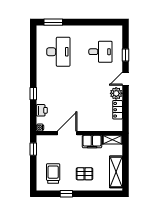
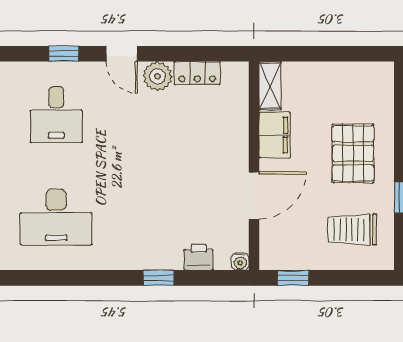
desk: (58, 52) -> (56, 217), turned 180
desk: (100, 52) -> (56, 115), turned 180
door: (67, 133) -> (254, 196), swing flipped
shelving: (116, 172) -> (349, 77), removed
pallet: (84, 174) -> (353, 153), width x1.50, depth x1.42

